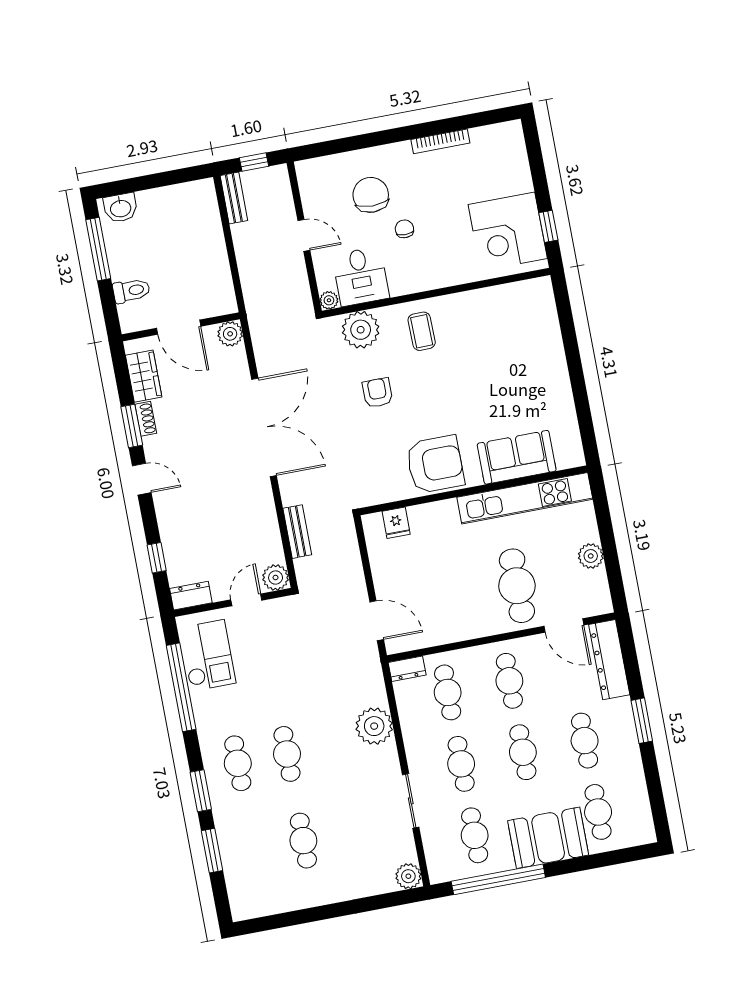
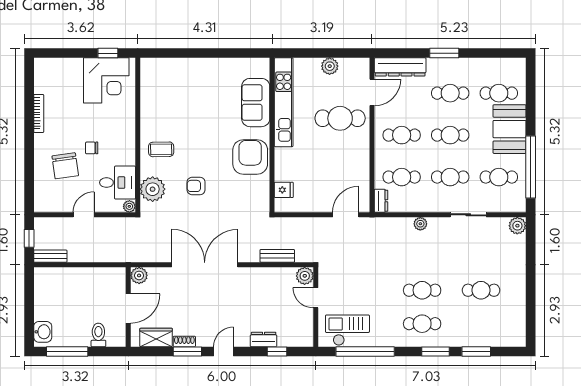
chair: (371, 195) -> (65, 166), turned -98
dresser: (191, 596) -> (264, 339), moved, turned 90
plant: (374, 726) -> (420, 224), width x0.53, depth x0.53

